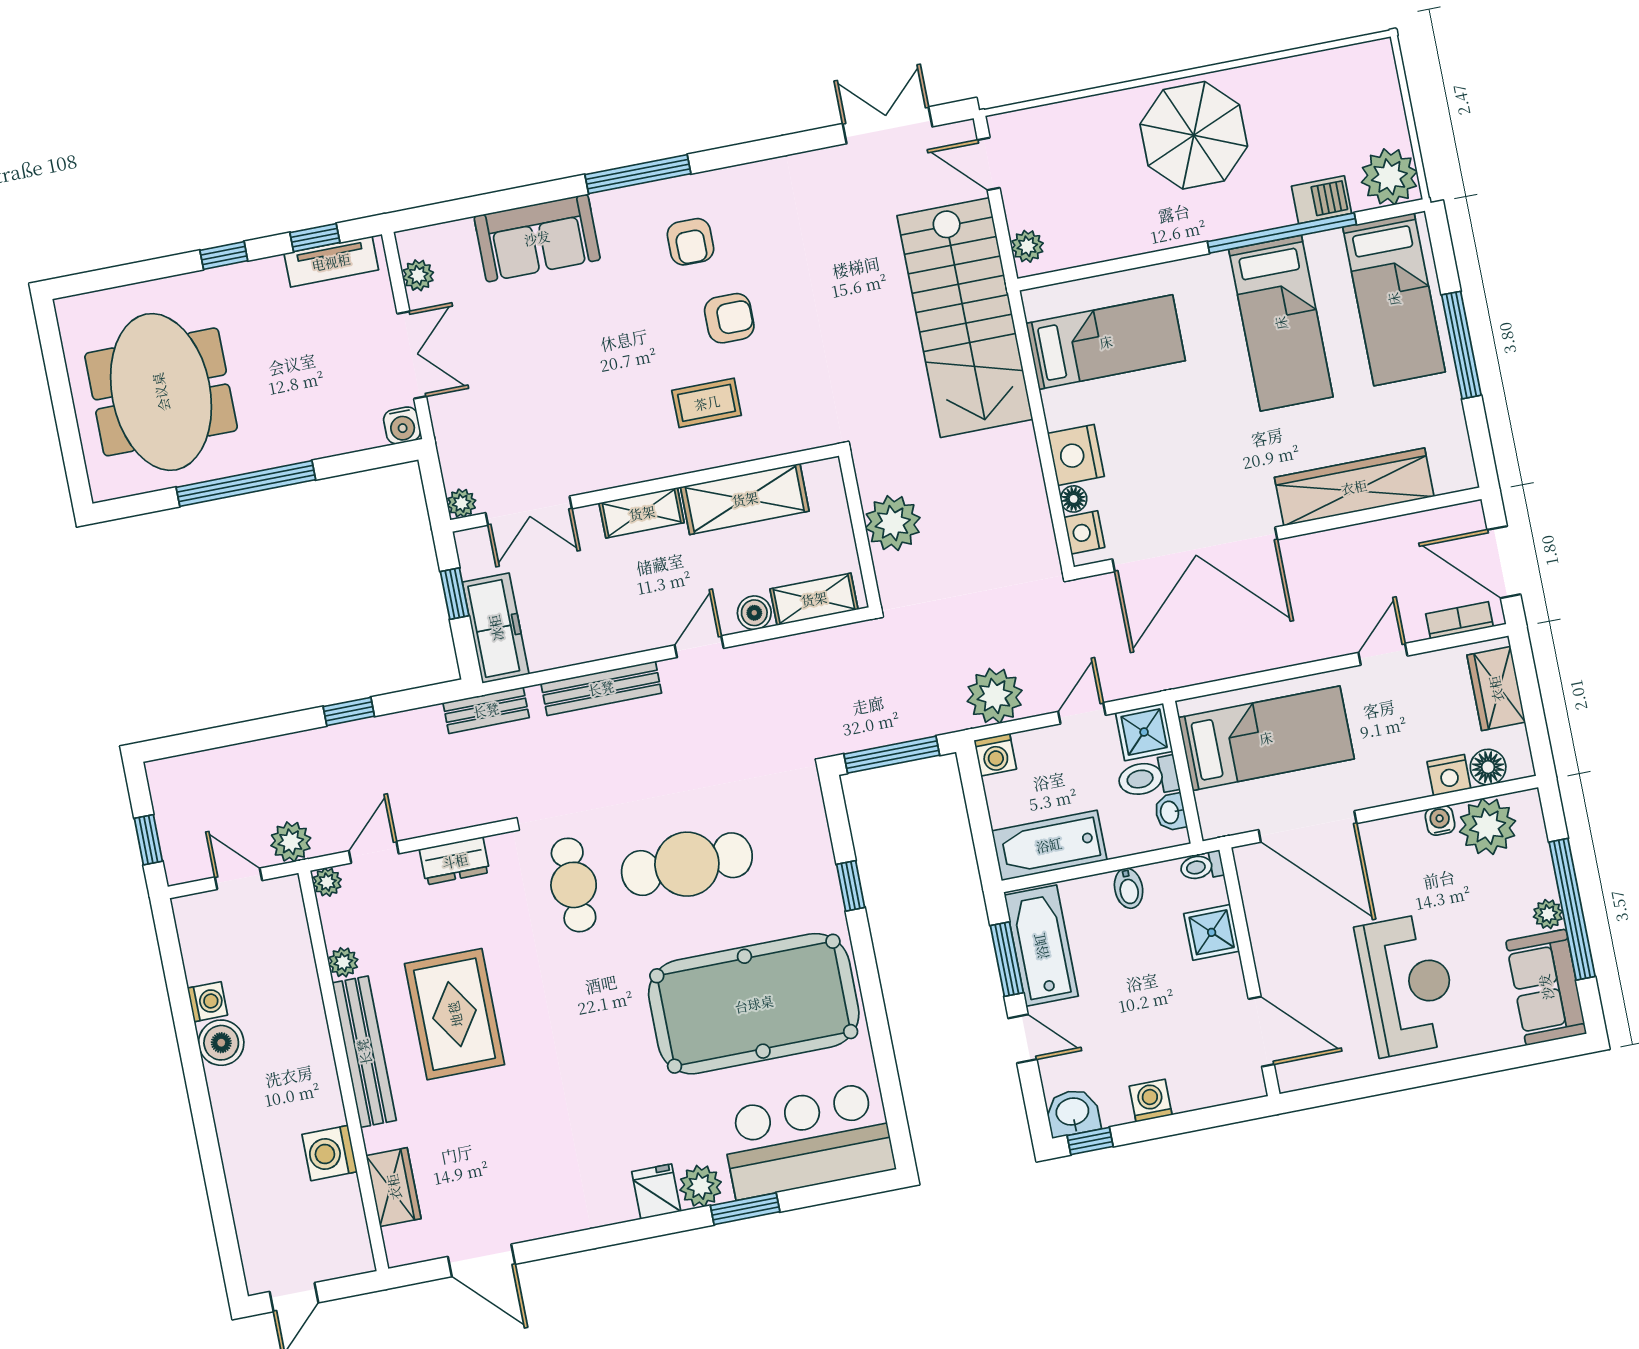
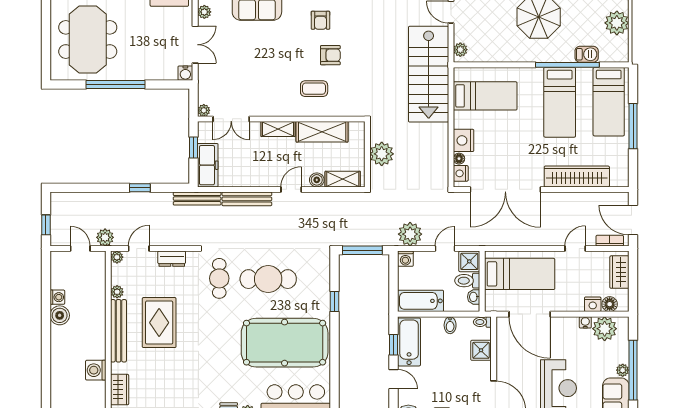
plant: (1389, 177) -> (617, 23), moved
bench: (486, 710) -> (197, 199), width x1.36
window: (1007, 959) -> (394, 345), width x0.67

